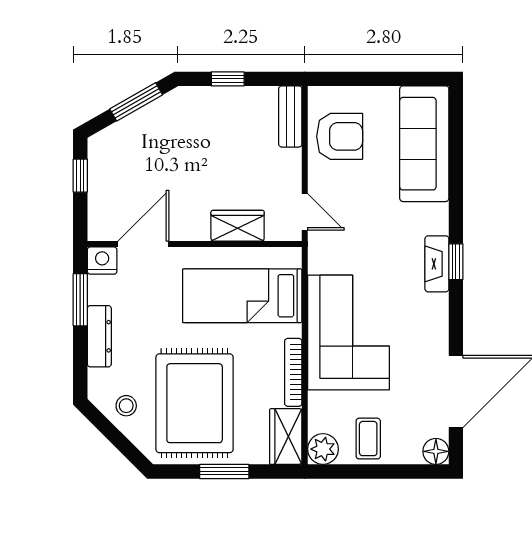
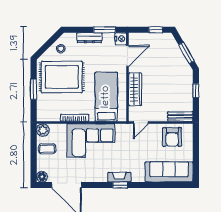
wardrobe: (238, 226) -> (135, 89), width x1.50
door: (143, 244) -> (128, 56), hinge flipped
wardrobe: (286, 436) -> (48, 115), removed

